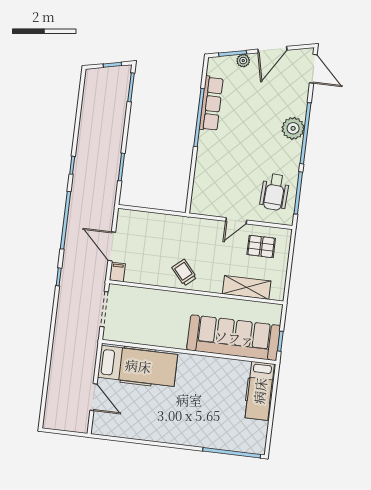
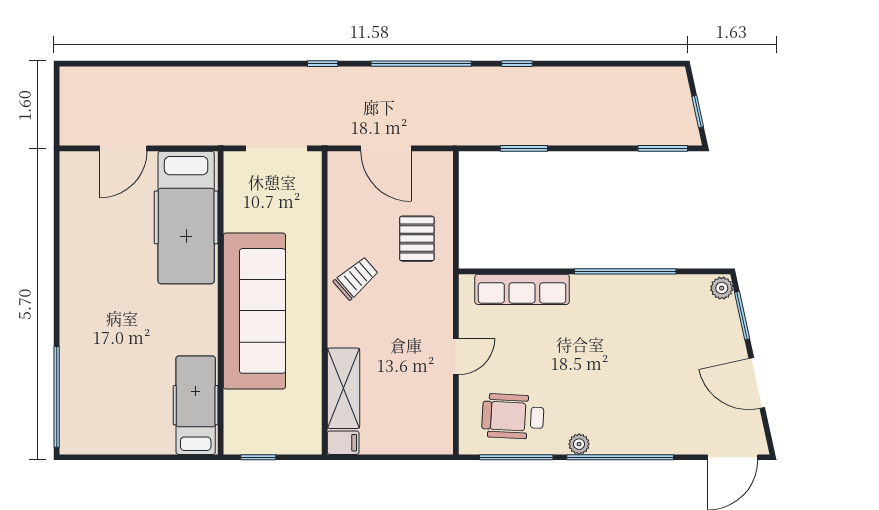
plant: (243, 61) -> (722, 288), moved
row of seats: (211, 104) -> (522, 289), moved
plant: (293, 128) -> (579, 444), moved, width x0.53, depth x0.53
door: (236, 221) -> (456, 356), swing flipped
door: (112, 246) -> (386, 148), swing flipped
pallet: (261, 246) -> (417, 239), moved
filing cabinet: (117, 272) -> (343, 443), moved
sofa: (234, 338) -> (254, 311), moved
hospital bed: (260, 391) -> (196, 405), moved, turned 90

